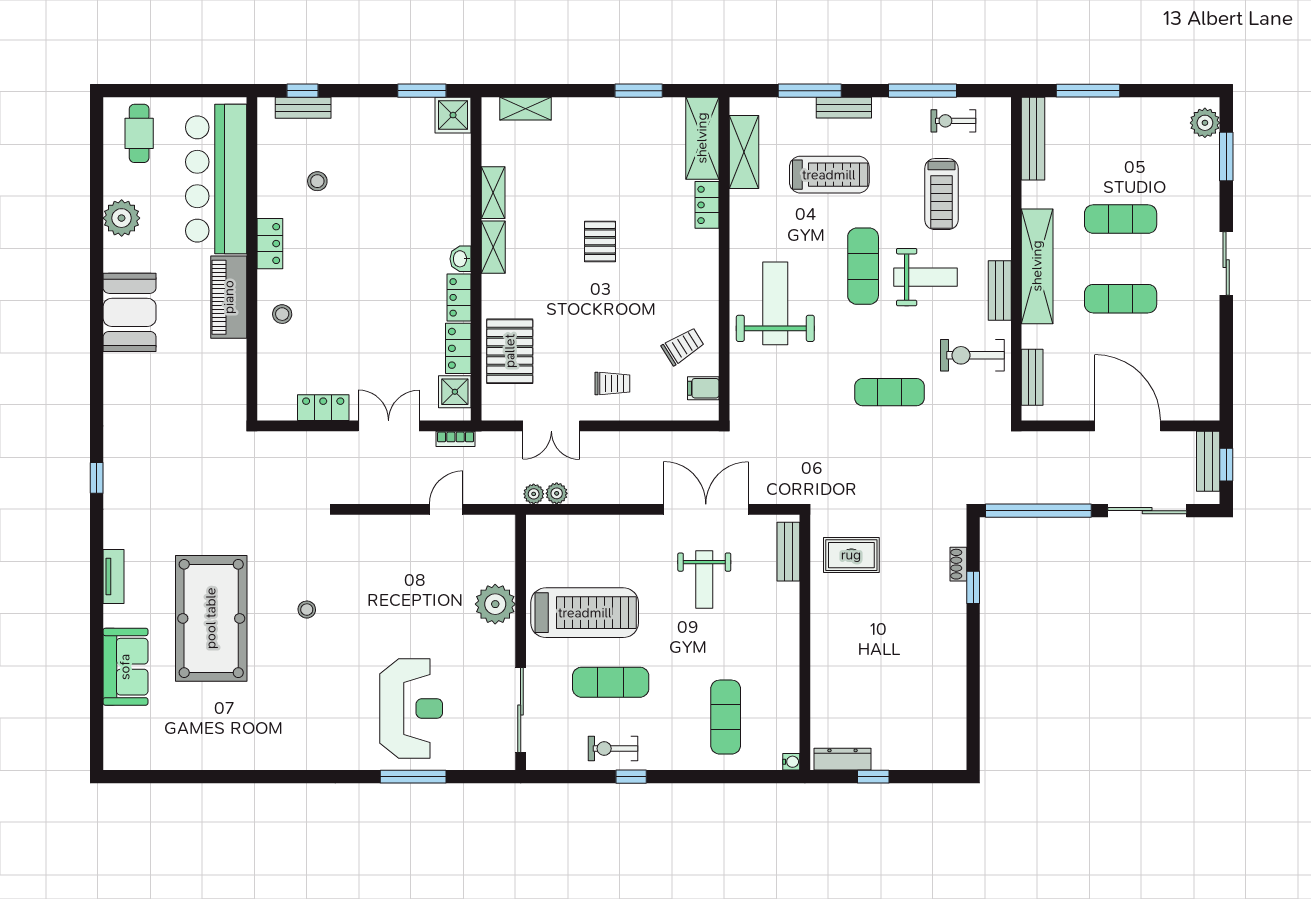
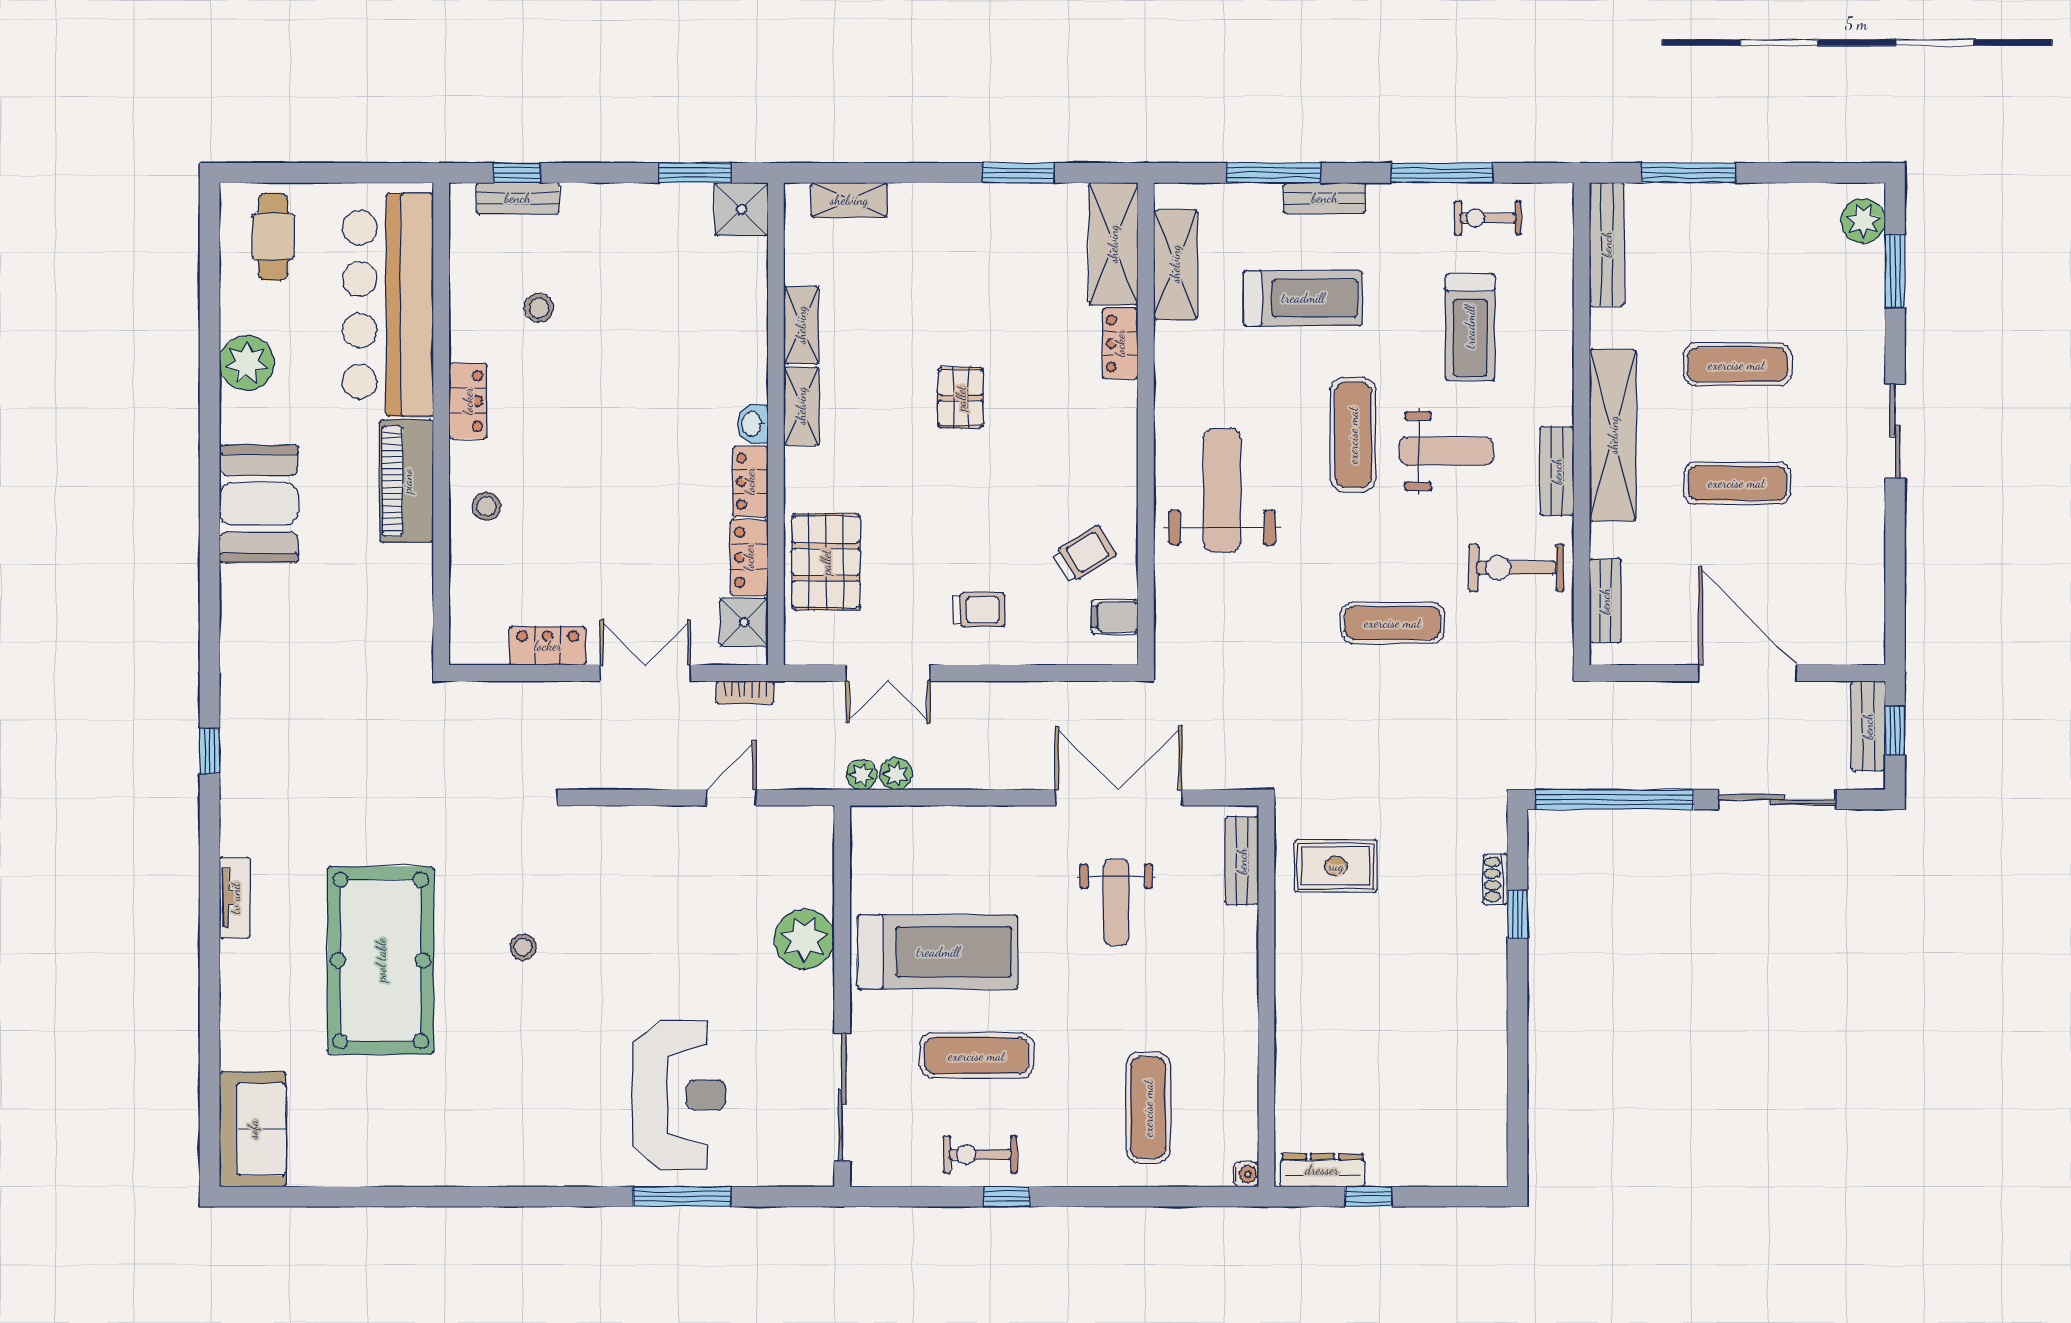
sofa: (125, 667) -> (253, 1129), moved

